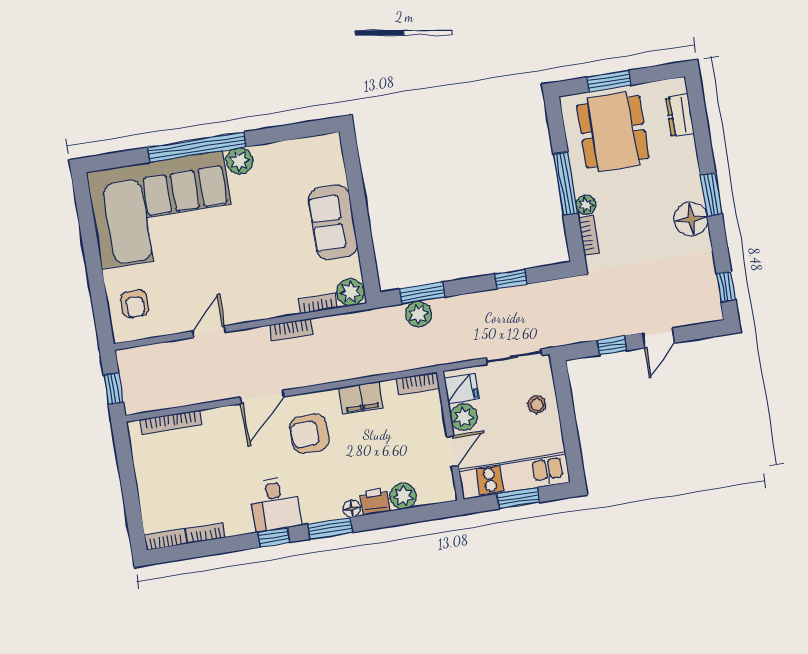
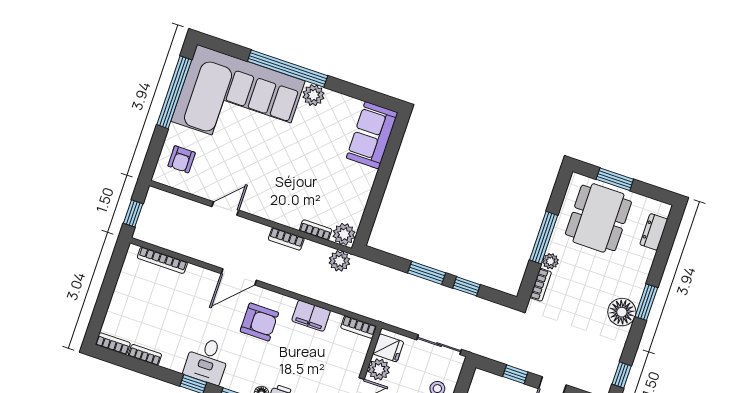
sofa: (333, 222) -> (372, 135), moved
window: (89, 236) -> (174, 92), added
window: (422, 293) -> (427, 273), moved
plant: (418, 314) -> (339, 261), moved
armchair: (309, 434) -> (259, 322), turned 180

